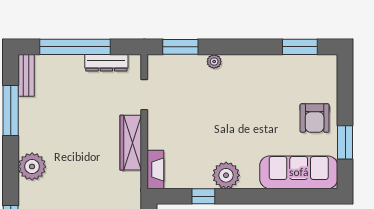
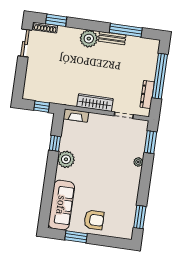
bench: (26, 75) -> (112, 38), moved
armchair: (315, 118) -> (94, 220), turned 180

